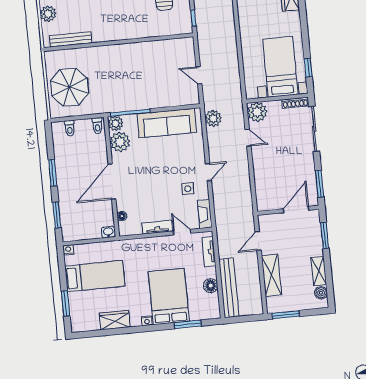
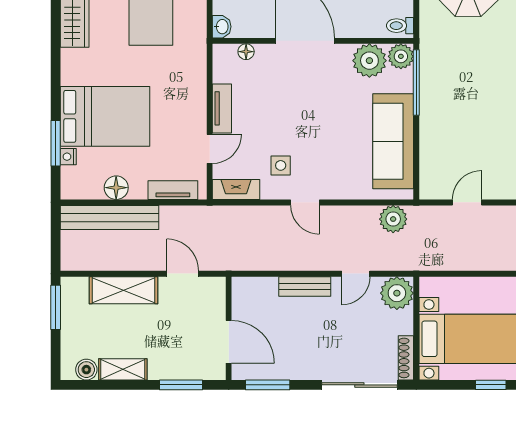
window: (308, 68) -> (491, 385), moved
bench: (259, 167) -> (305, 286), added
nightstand: (147, 321) -> (68, 157), moved

